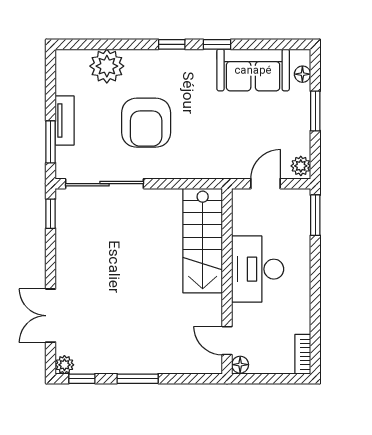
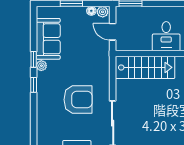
plant: (107, 66) -> (41, 66), moved, width x0.53, depth x0.53
floor lamp: (302, 74) -> (91, 11), moved
desk: (258, 269) -> (166, 36), width x0.73

